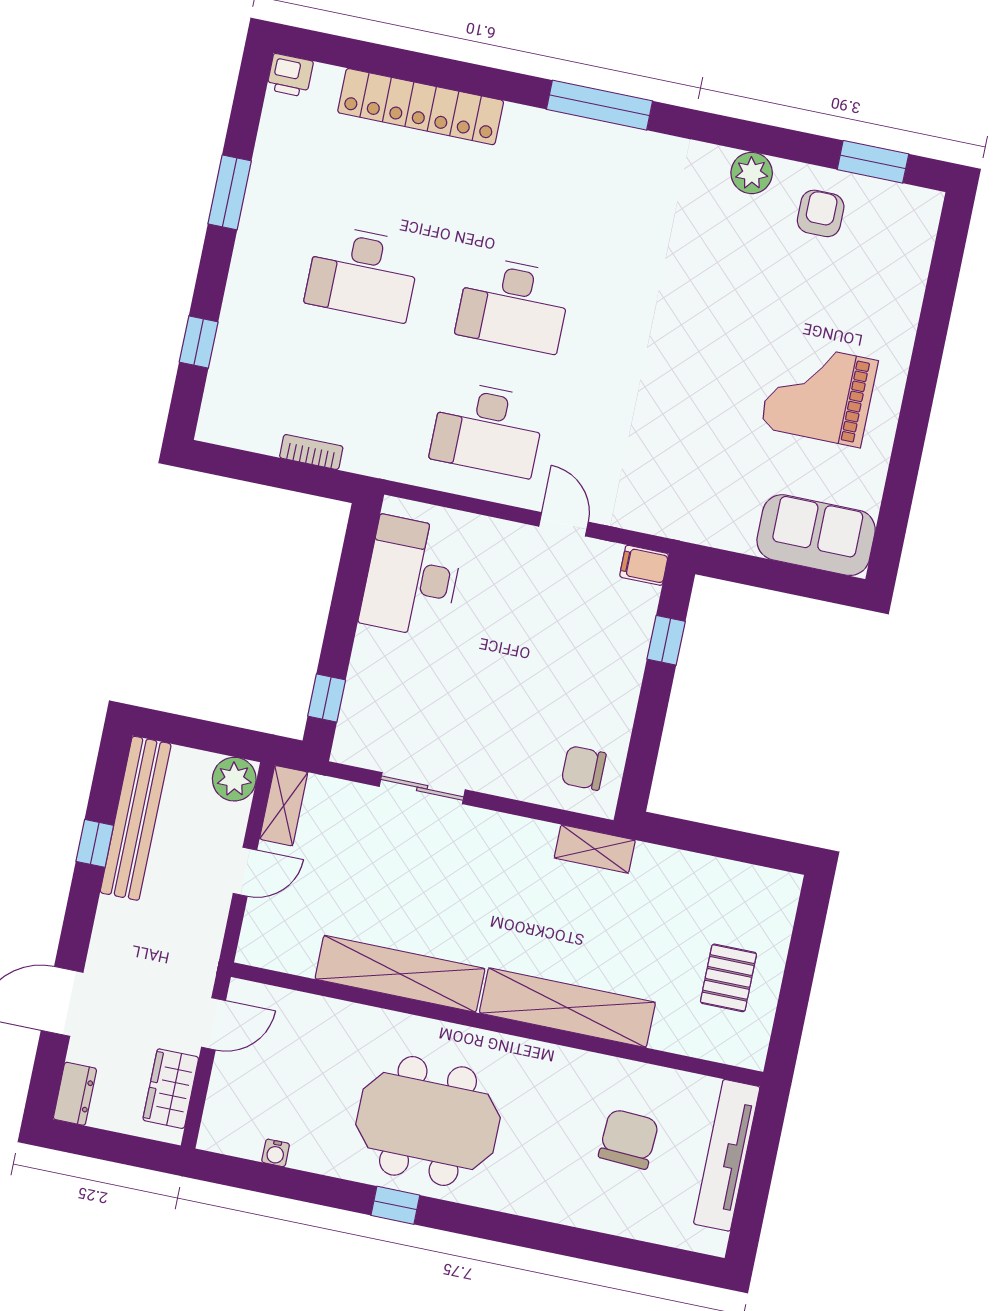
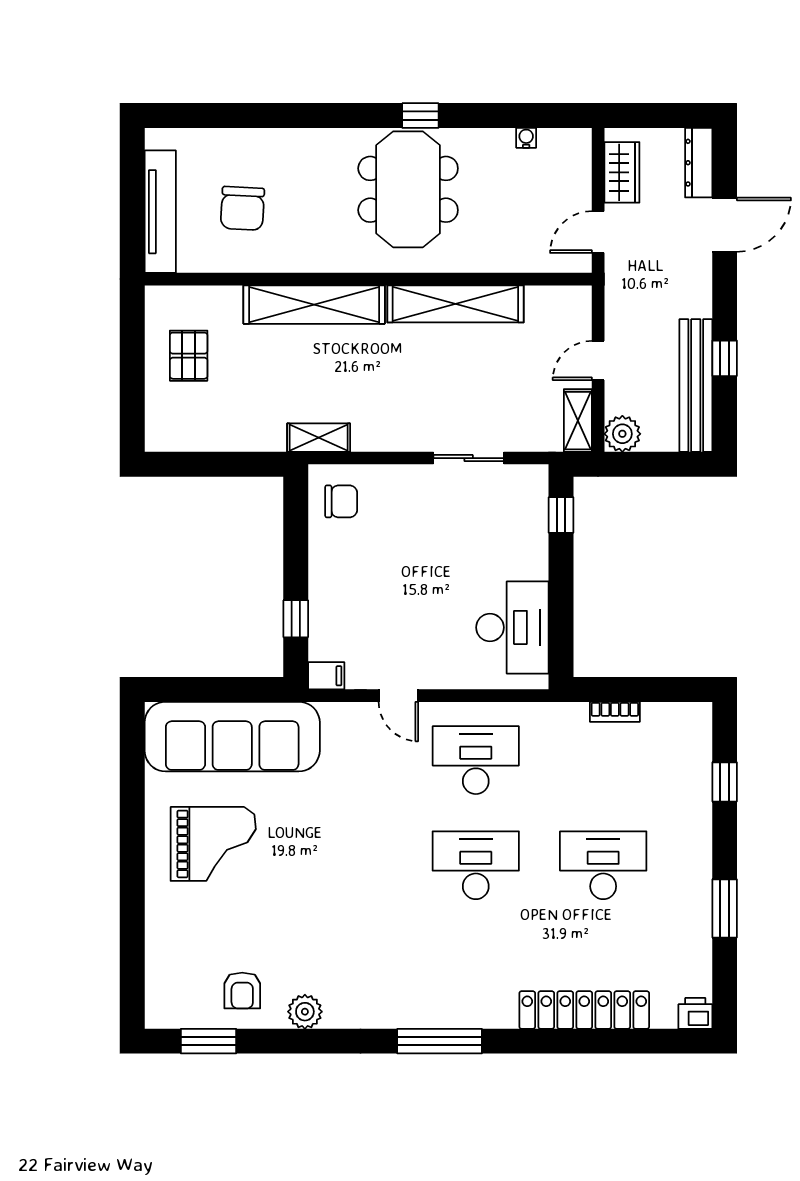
sofa: (816, 535) -> (232, 737), width x1.85, depth x1.27
dresser: (75, 1094) -> (699, 163), width x1.44
meeting table: (428, 1121) -> (408, 189), turned 90

